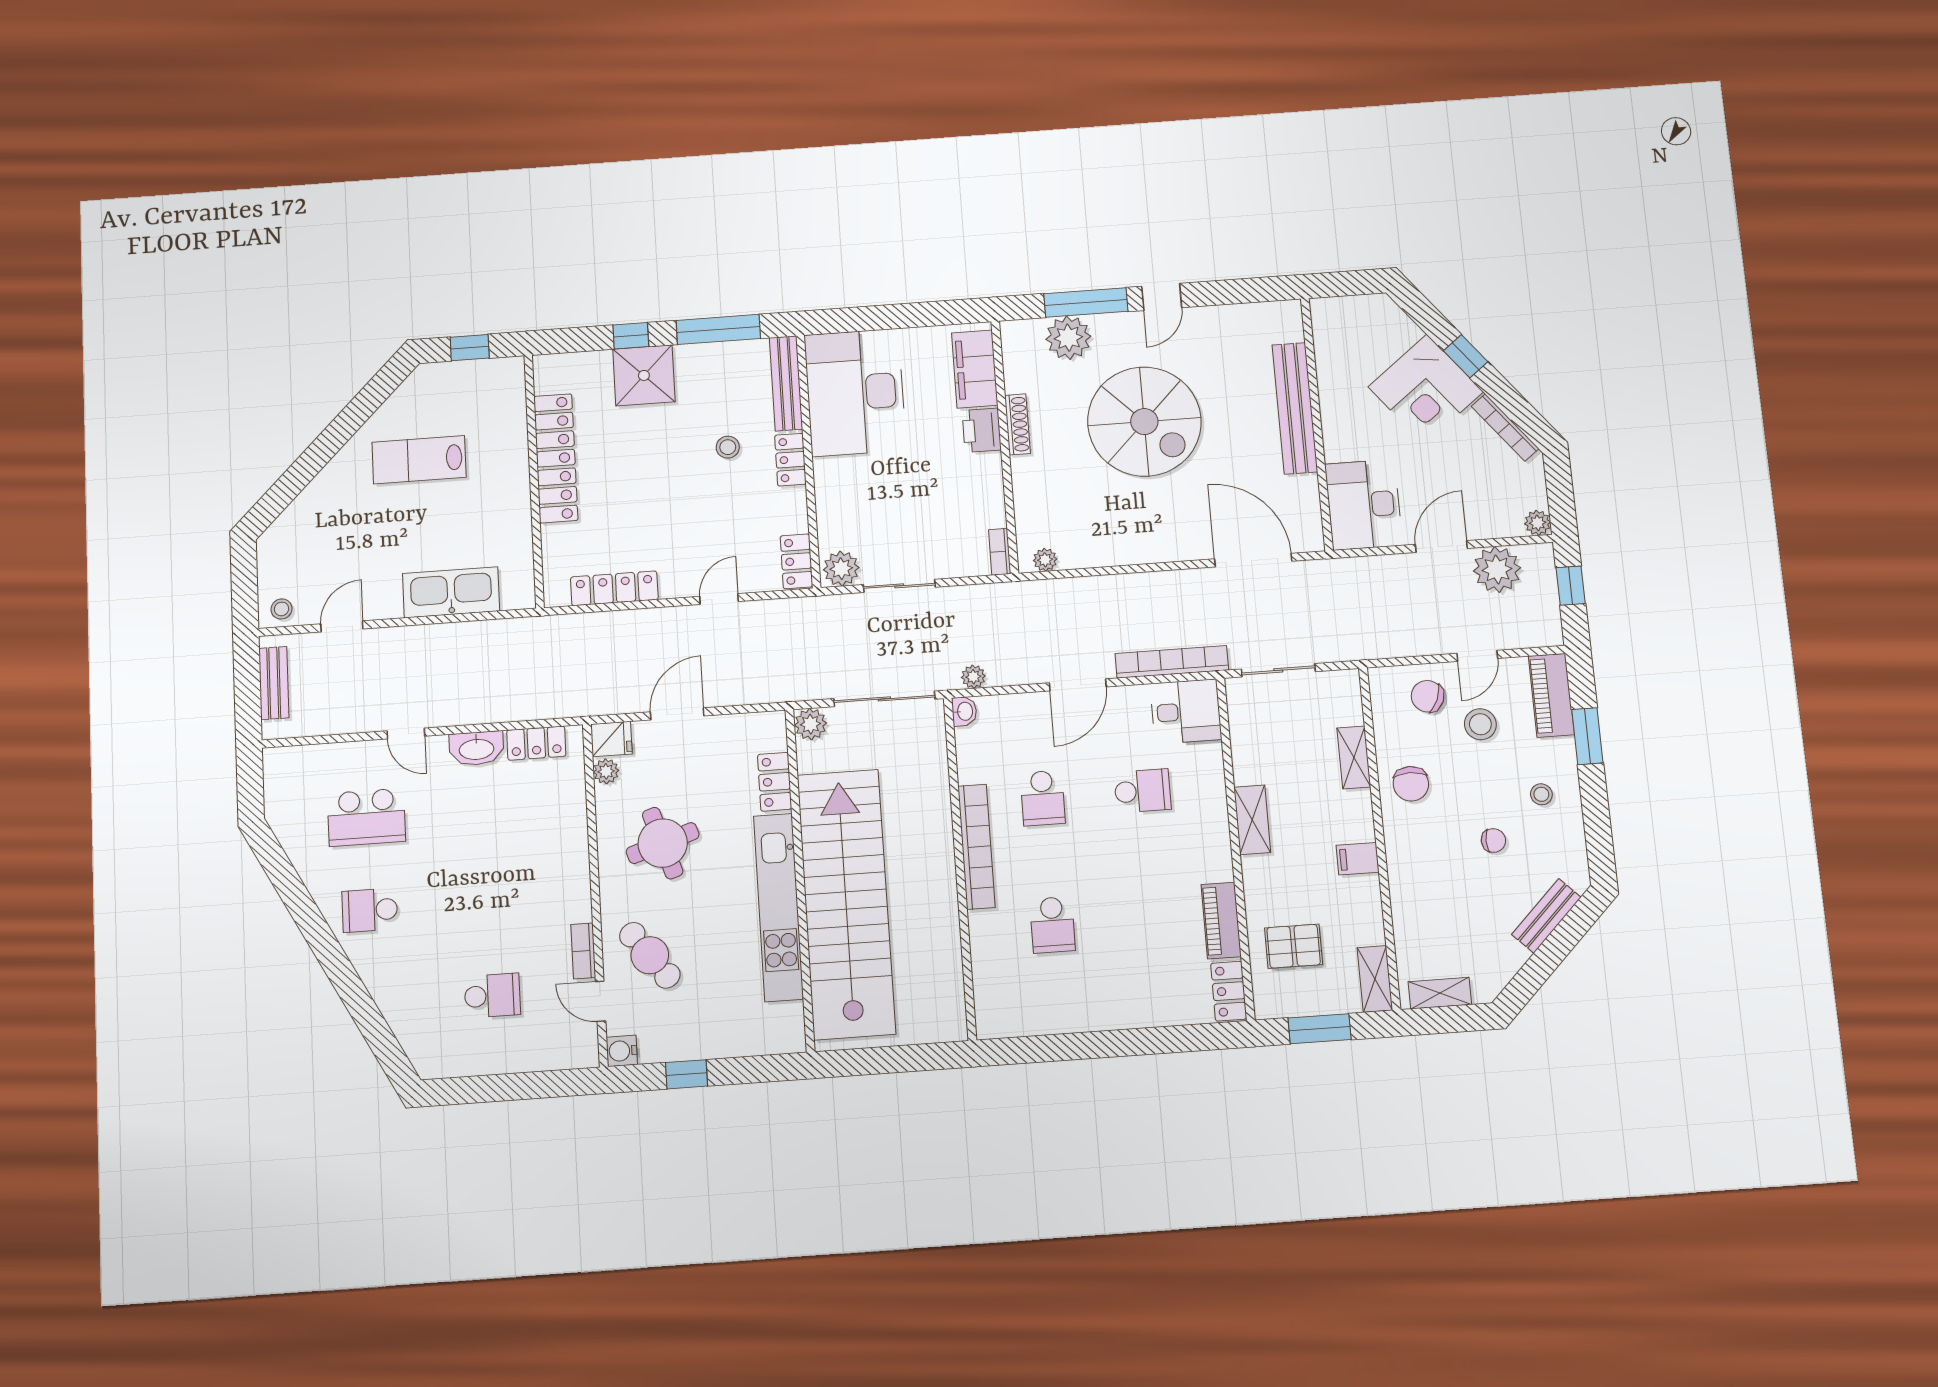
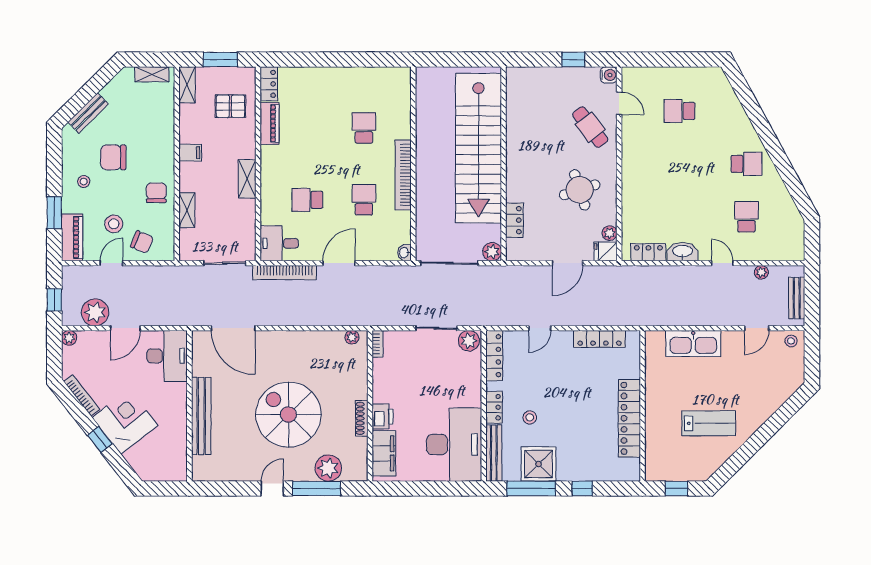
shower: (644, 375) -> (539, 464), moved
locker: (796, 561) -> (494, 356), width x1.53
plant: (973, 677) -> (761, 272), moved
school desk: (366, 817) -> (746, 217), width x0.54
chair: (1493, 840) -> (113, 157), width x1.87, depth x1.87
kitchen unit: (778, 907) -> (517, 149), removed
bookcase: (583, 951) -> (627, 132), removed

